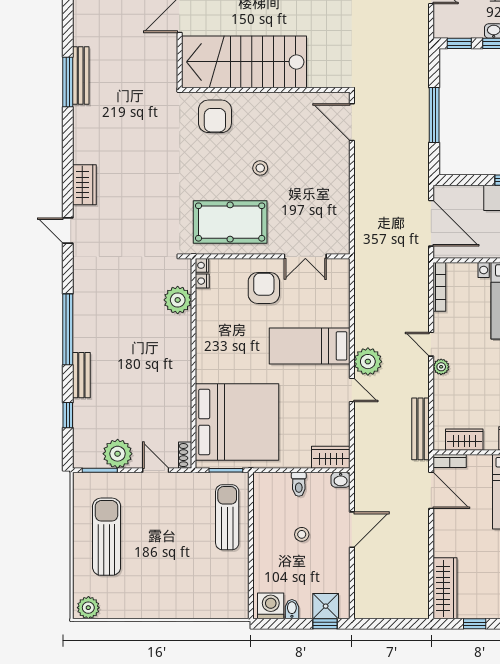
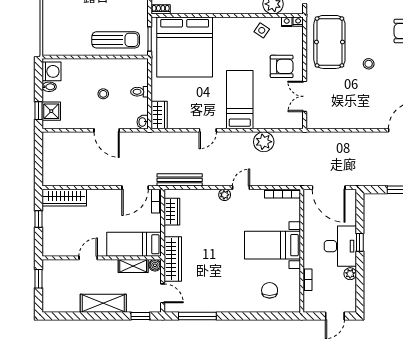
door: (431, 223) -> (329, 188), hinge flipped
side table: (214, 316) -> (262, 30), added
plant: (368, 362) -> (264, 142), moved

